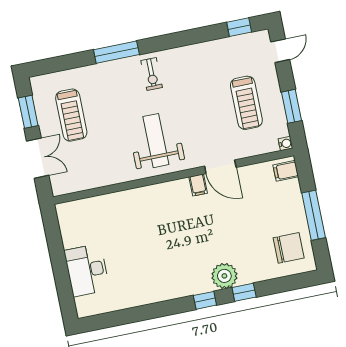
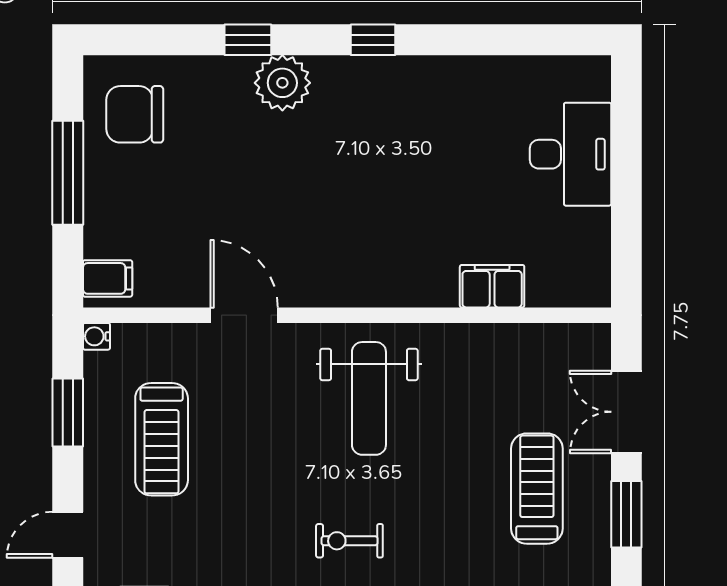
exercise bike: (152, 74) -> (349, 541), turned -90
treadmill: (246, 103) -> (162, 439), turned 180
filing cabinet: (198, 185) -> (492, 286), moved, width x2.00
window: (205, 300) -> (373, 40), moved

